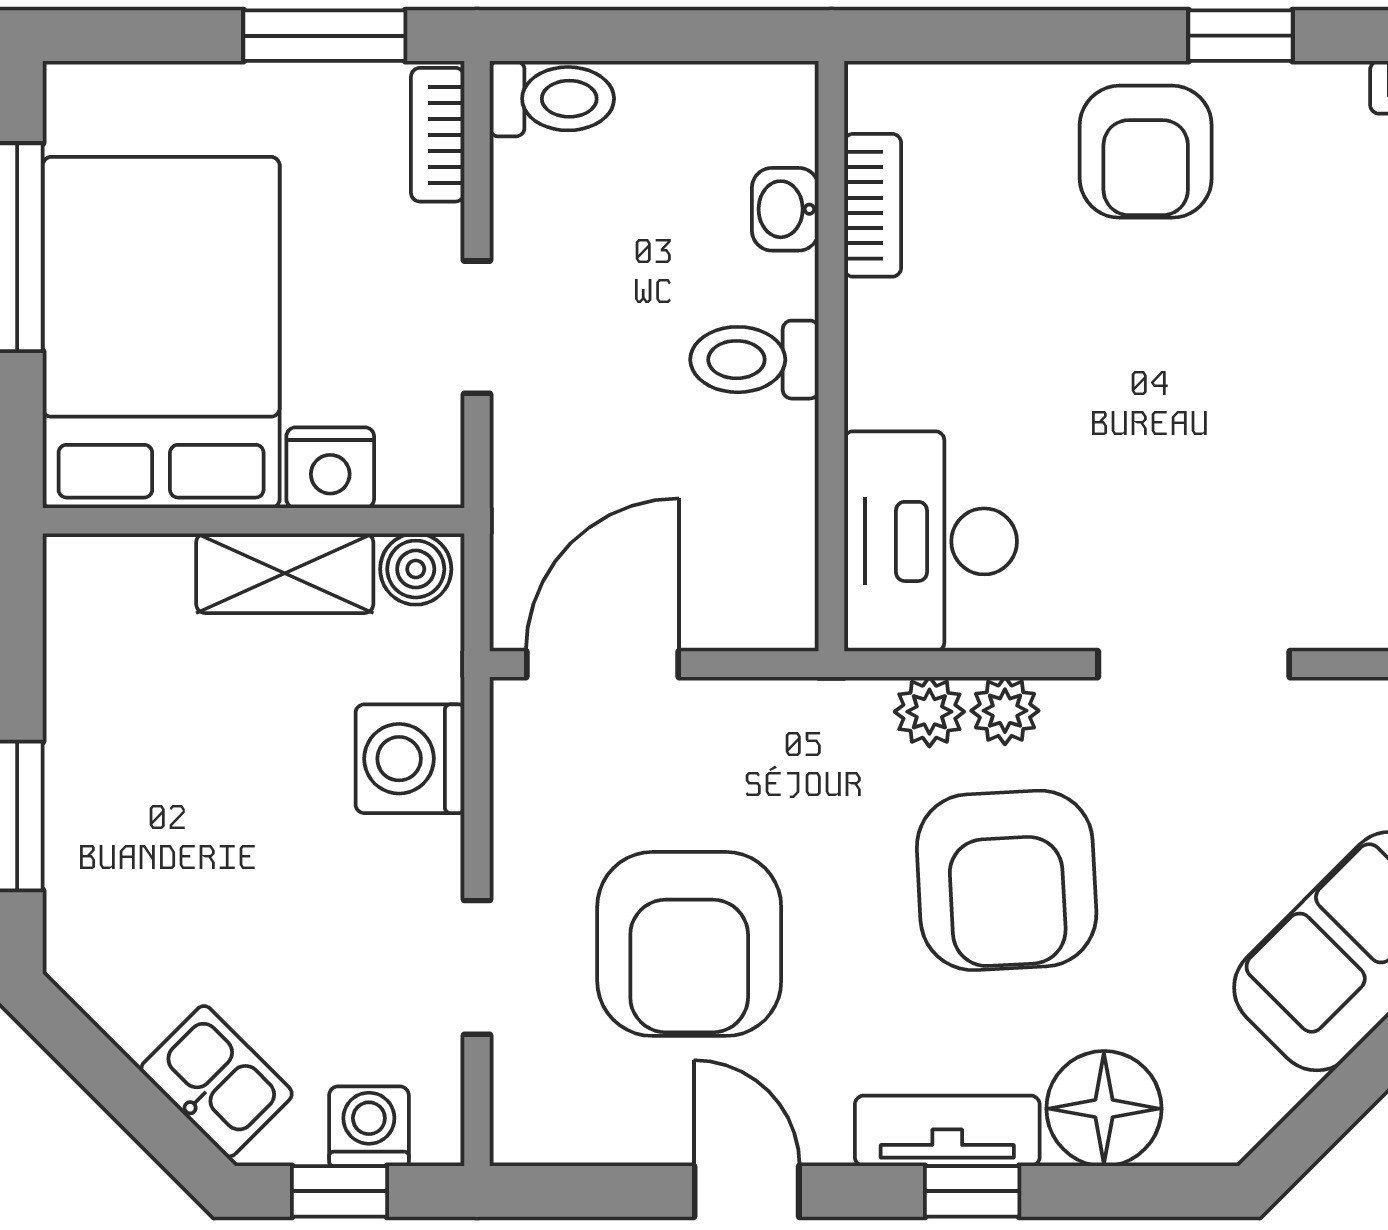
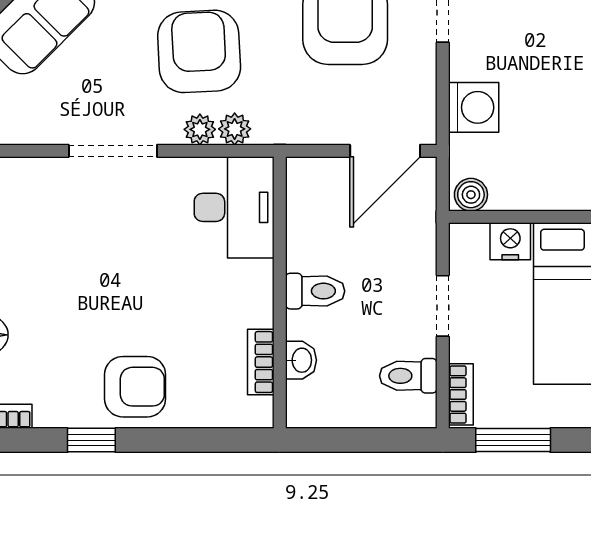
toilet: (552, 99) -> (408, 376), moved
armchair: (1146, 152) -> (135, 387), turned 90
shelving: (285, 573) -> (531, 193), removed

